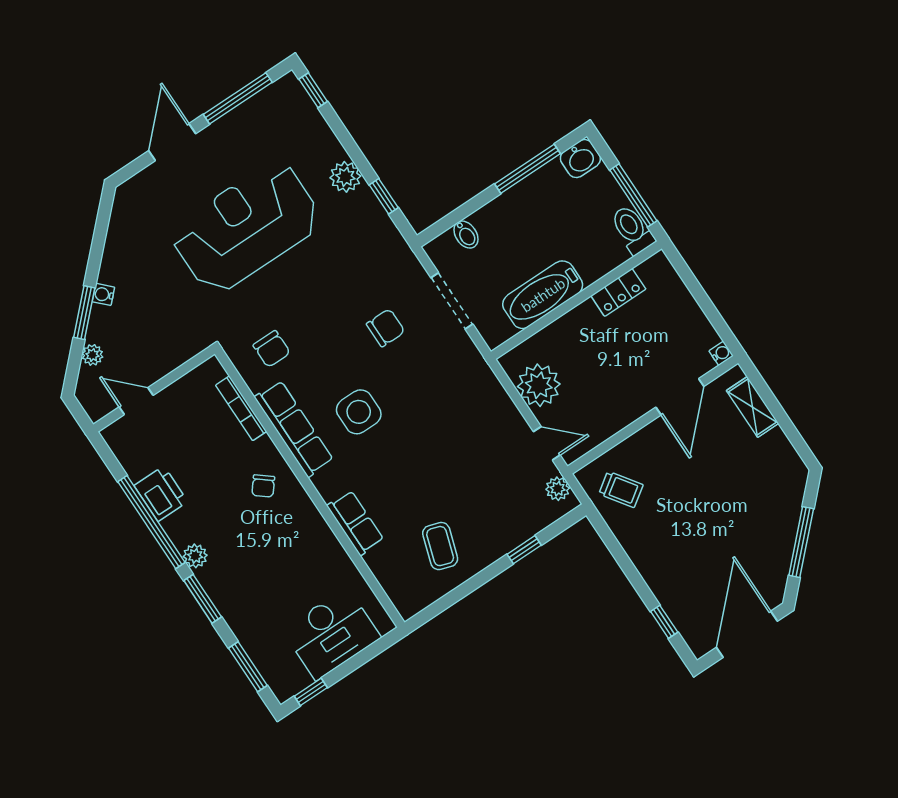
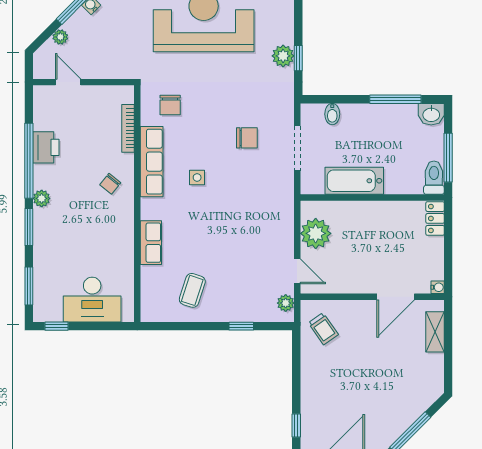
plant: (345, 177) -> (283, 56), moved
locker: (618, 292) -> (435, 218), moved, turned 90
side table: (359, 412) -> (197, 177), width x0.54, depth x0.54

